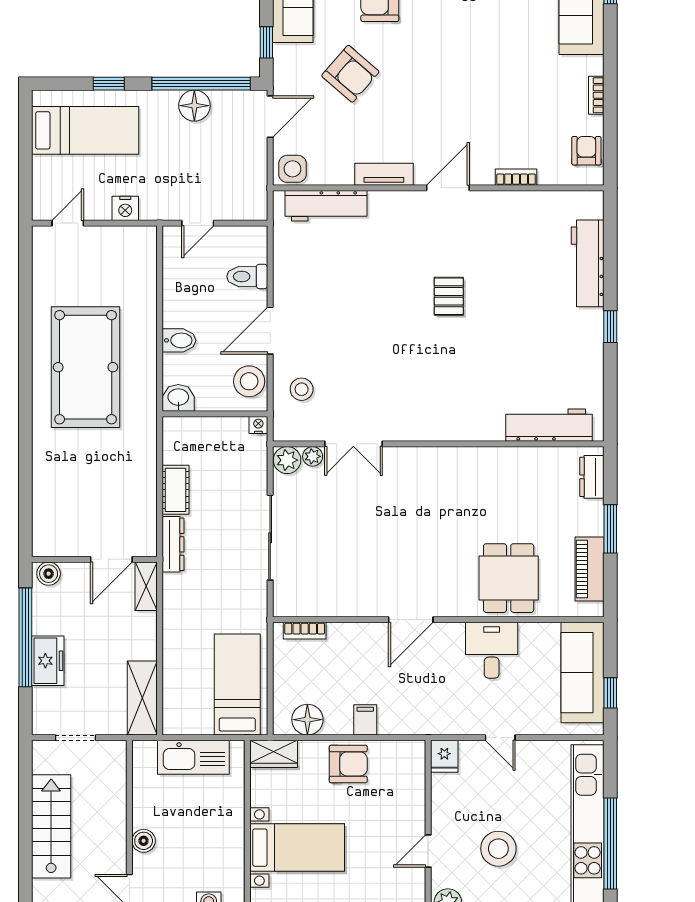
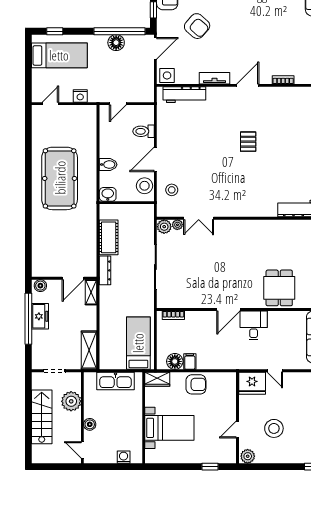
window: (109, 84) -> (55, 31), moved
nightstand: (258, 425) -> (149, 208), removed
cot: (176, 490) -> (109, 237), width x1.37, depth x1.34
desk: (492, 650) -> (254, 325), moved
freezer: (48, 661) -> (40, 316), moved
filing cabinet: (365, 720) -> (190, 362), moved
fridge: (444, 756) -> (252, 383), width x1.88, depth x1.34
plant: (108, 796) -> (71, 401), added

